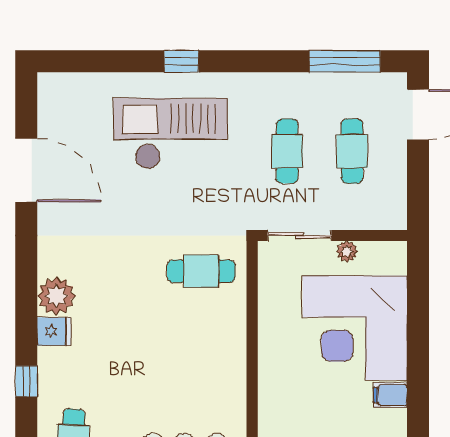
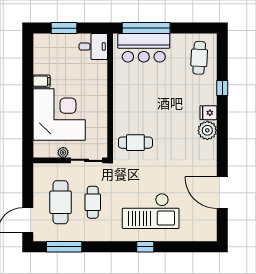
cafe table: (352, 151) -> (61, 202), width x1.37, depth x1.35

